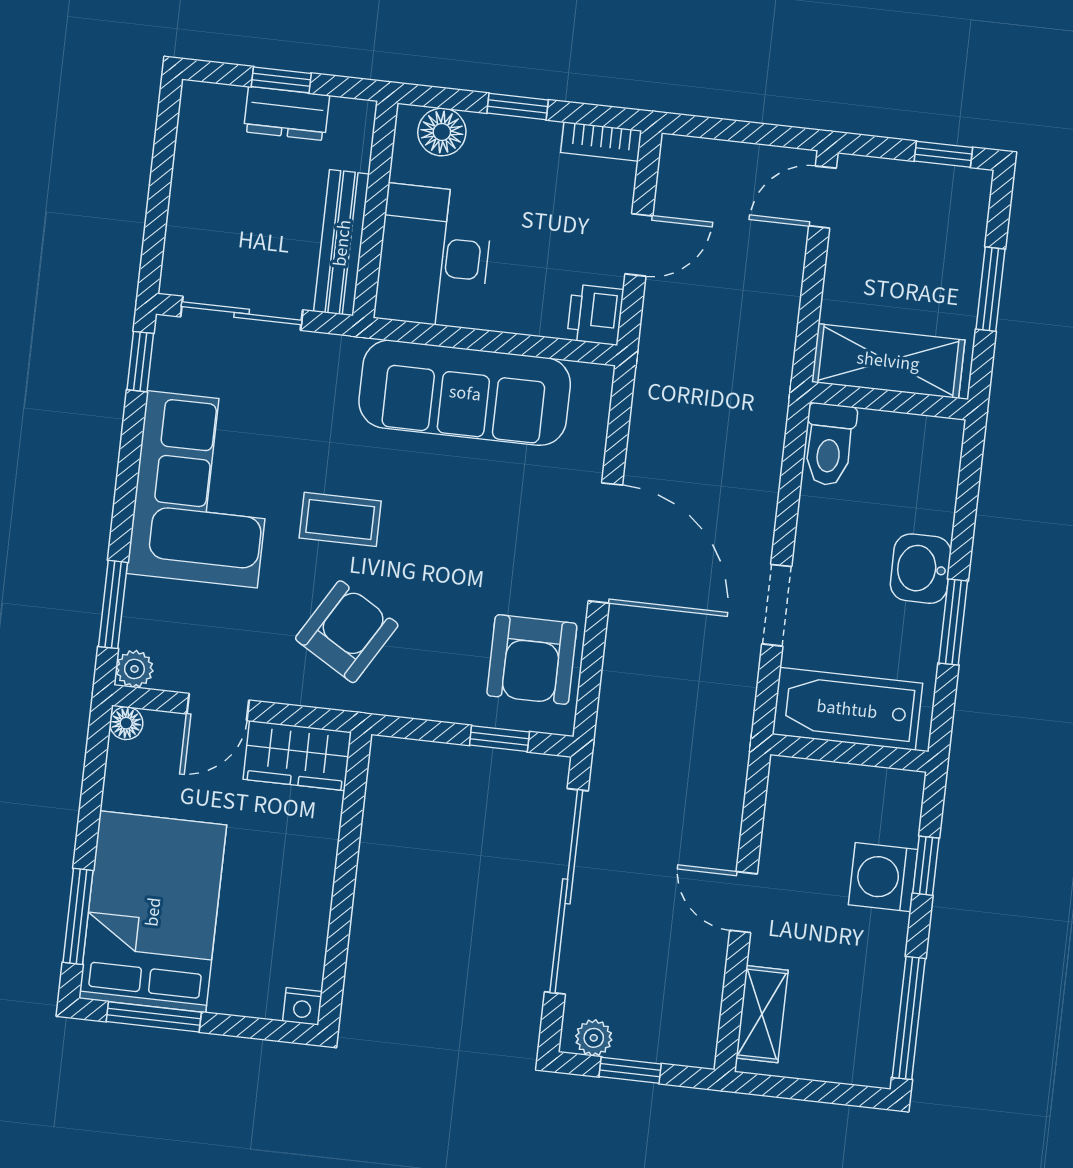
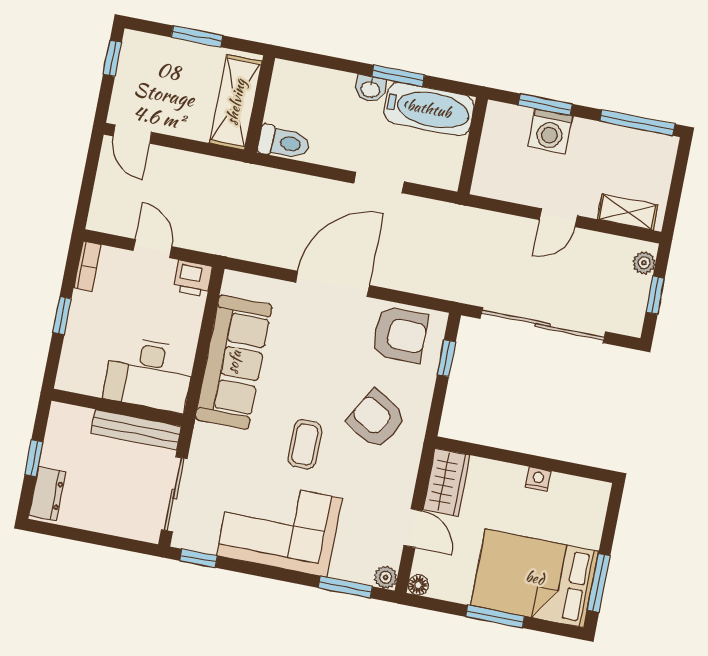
dresser: (287, 114) -> (47, 494), moved
floor lamp: (442, 132) -> (74, 363), removed
washbasin: (921, 569) -> (370, 89), width x0.72, depth x0.69
armchair: (347, 632) -> (377, 419), moved
bathtub: (847, 709) -> (429, 109), moved, turned -90
window: (926, 866) -> (545, 105), width x1.50
window: (78, 916) -> (495, 616), moved
nightstand: (302, 1006) -> (538, 479), moved, turned -90
plant: (594, 1038) -> (644, 263), moved

